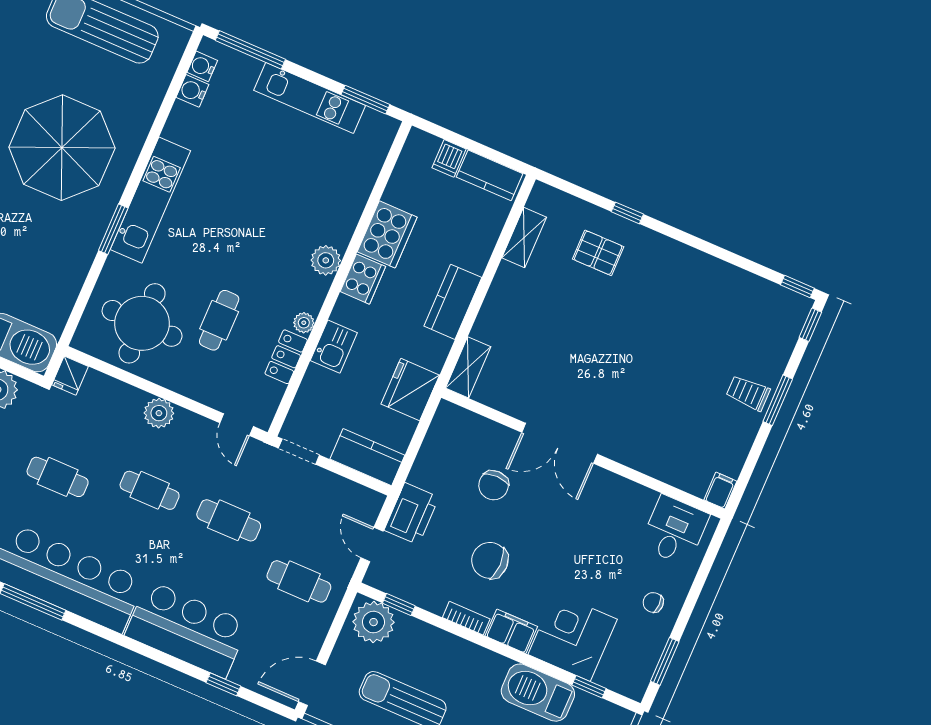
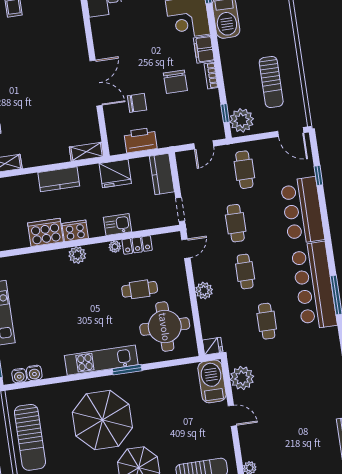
printer: (412, 514) -> (140, 140), moved

